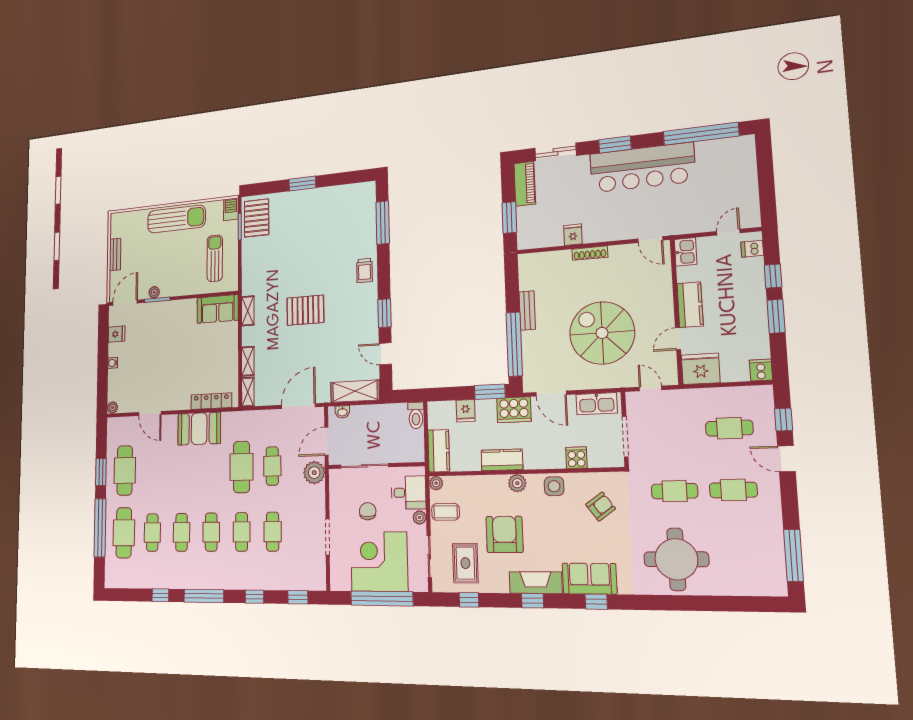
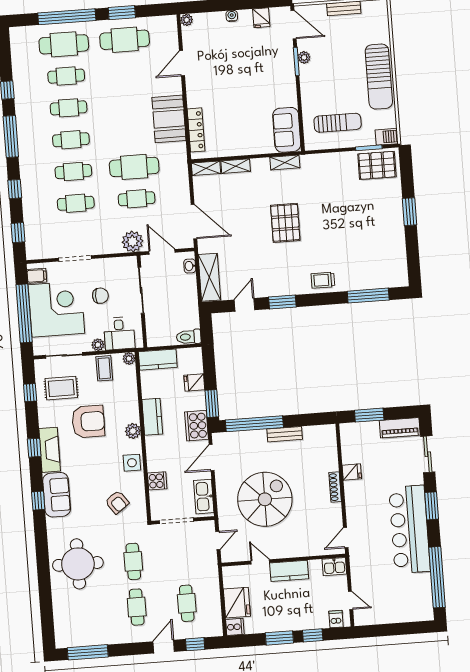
fridge: (701, 369) -> (237, 603), moved
filing cabinet: (343, 581) -> (37, 276), added

